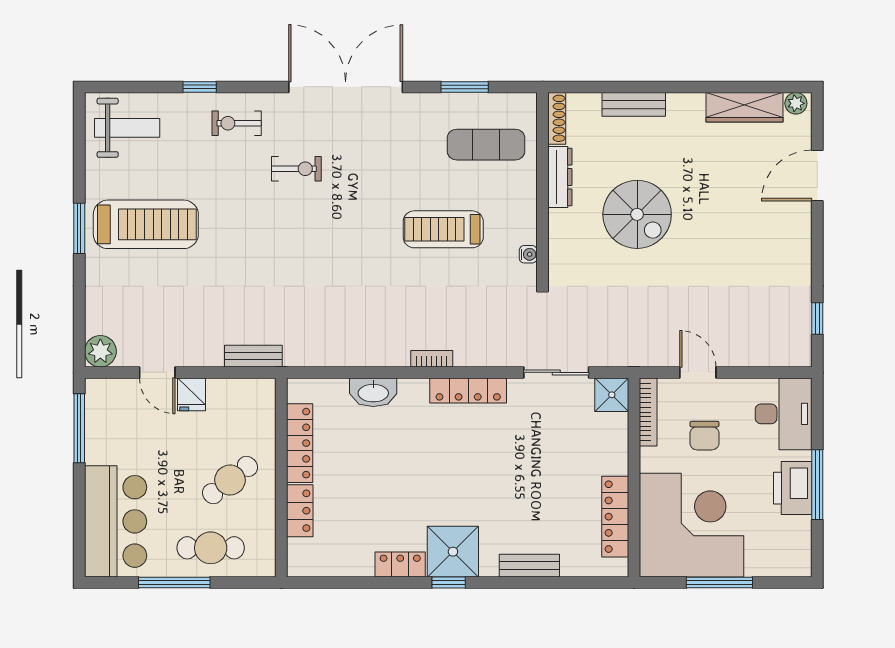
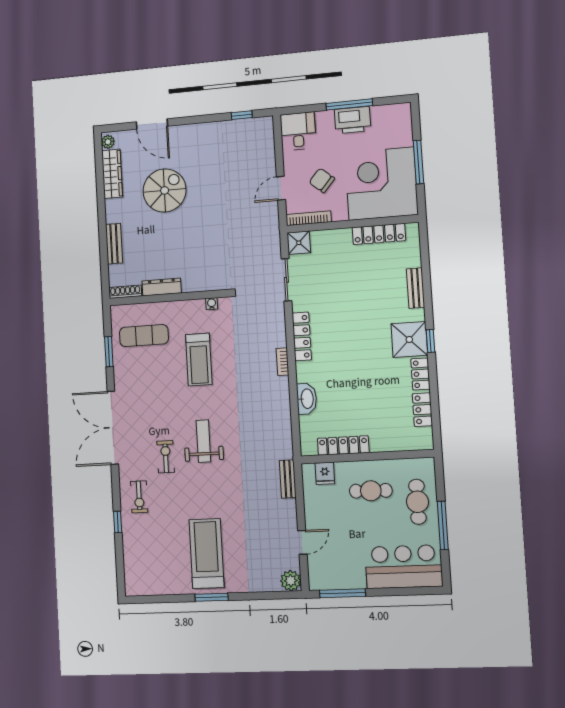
weight bench: (127, 128) -> (203, 441), moved
exercise mat: (486, 145) -> (144, 336), turned 90
spiral stairs: (637, 214) -> (165, 190), moved
fridge: (191, 394) -> (325, 473), moved, turned 90
desk: (784, 414) -> (298, 131), width x0.73
chair: (704, 436) -> (322, 180), turned -140
cafe table: (230, 480) -> (371, 491), turned -51
locker: (300, 511) -> (422, 410), moved, turned -90

